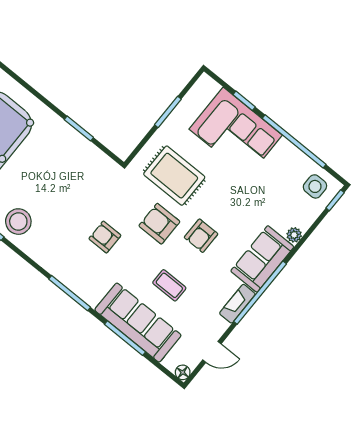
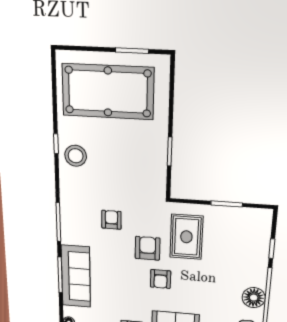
corner sofa: (236, 132) -> (246, 257), removed
floor lamp: (286, 156) -> (254, 298), added
armchair: (201, 236) -> (161, 279), turned -90
coffee table: (169, 285) -> (114, 280), removed

